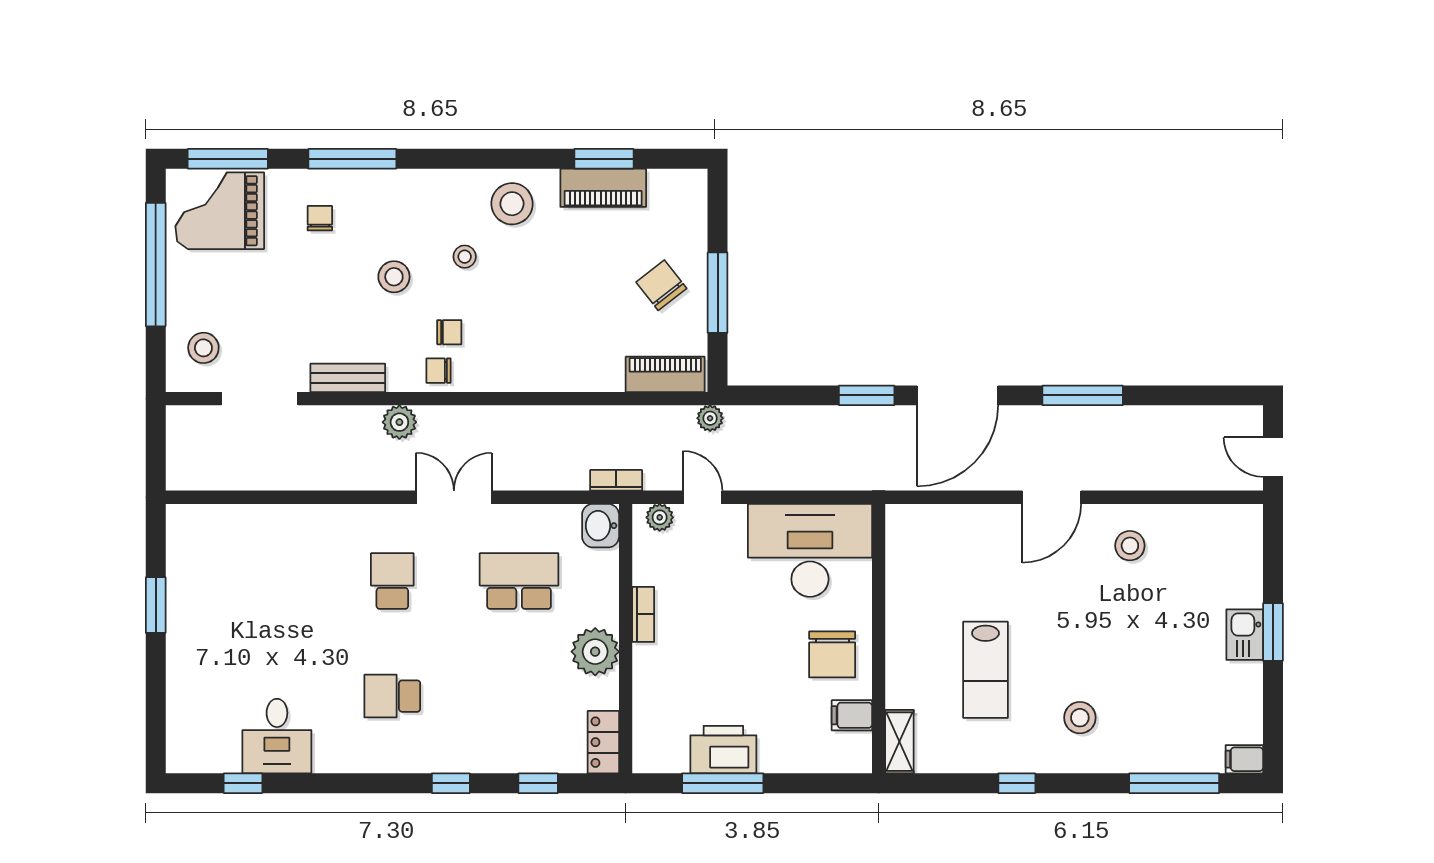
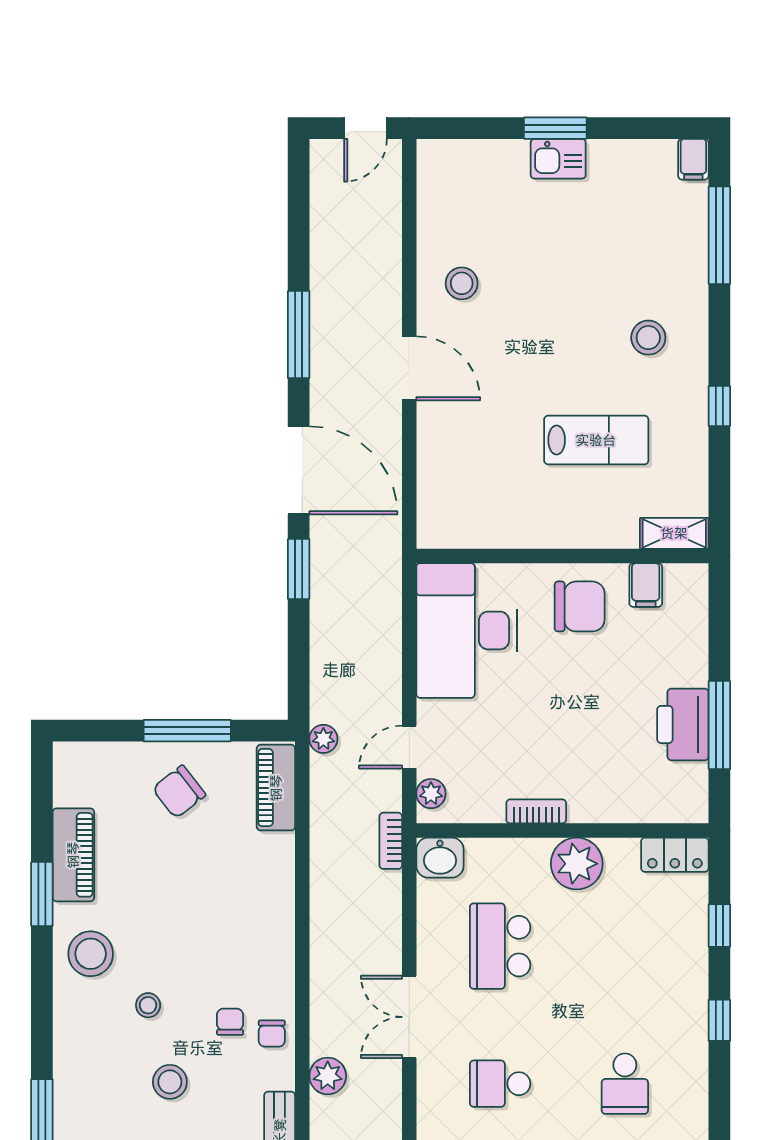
window: (604, 159) -> (42, 894), moved

